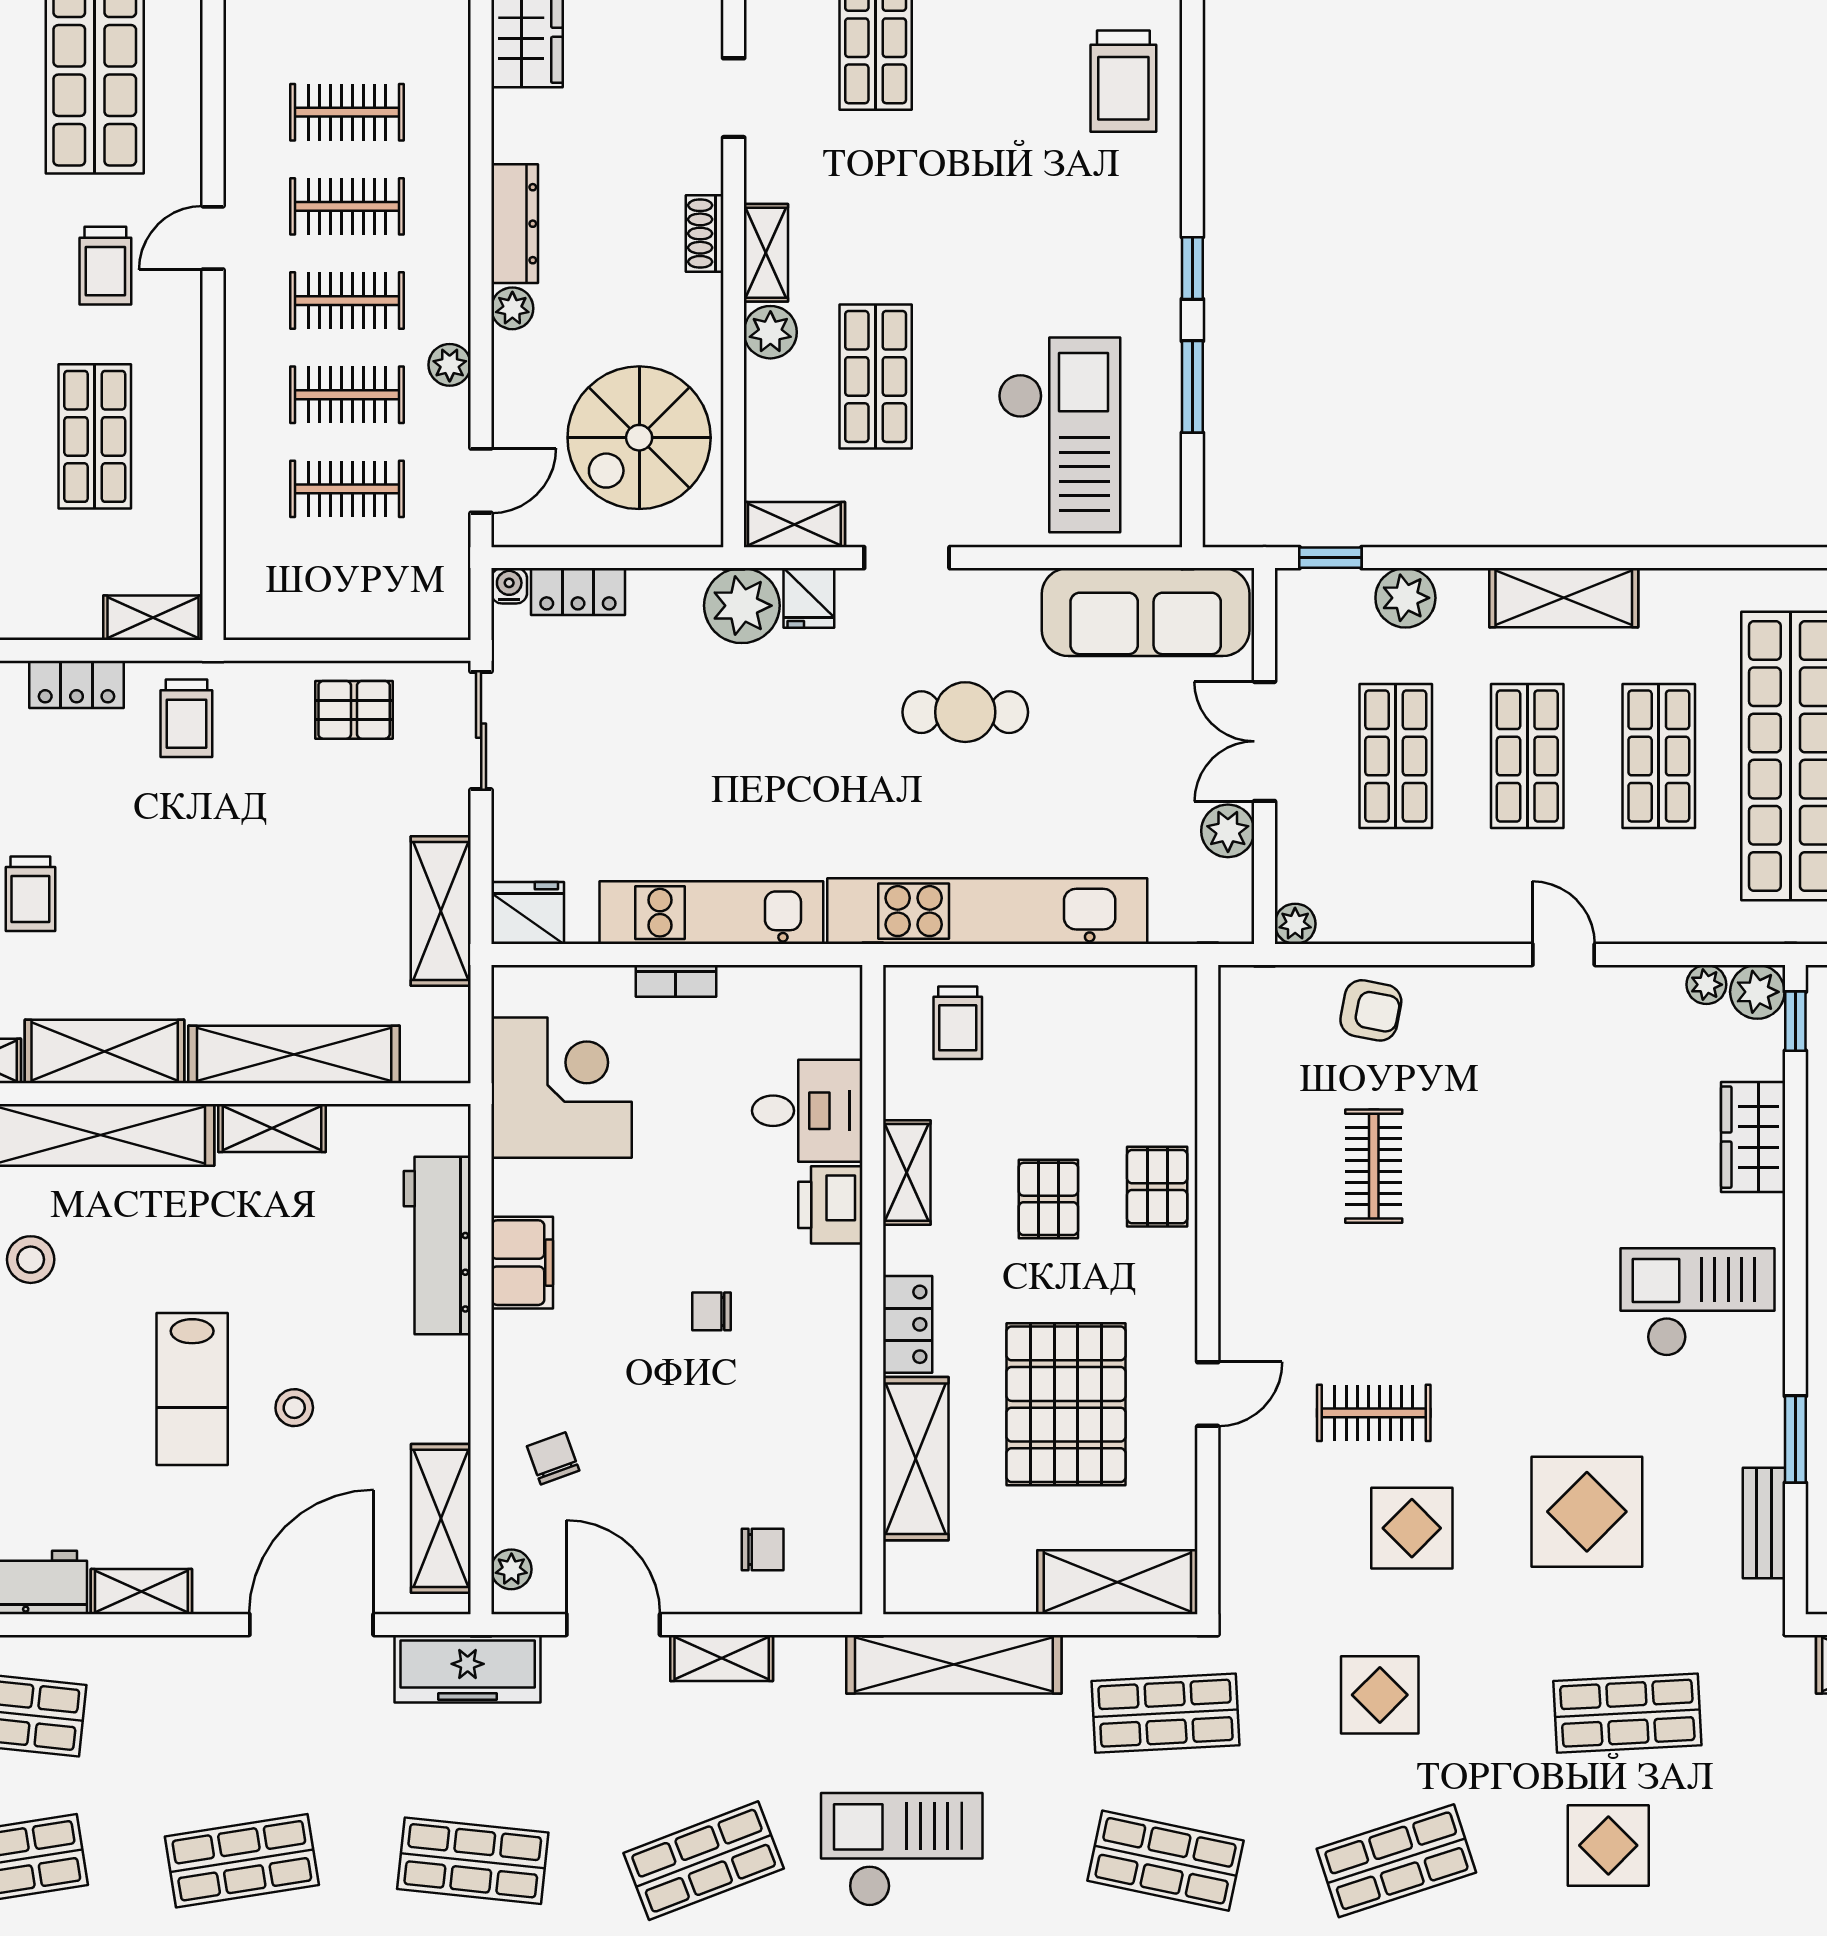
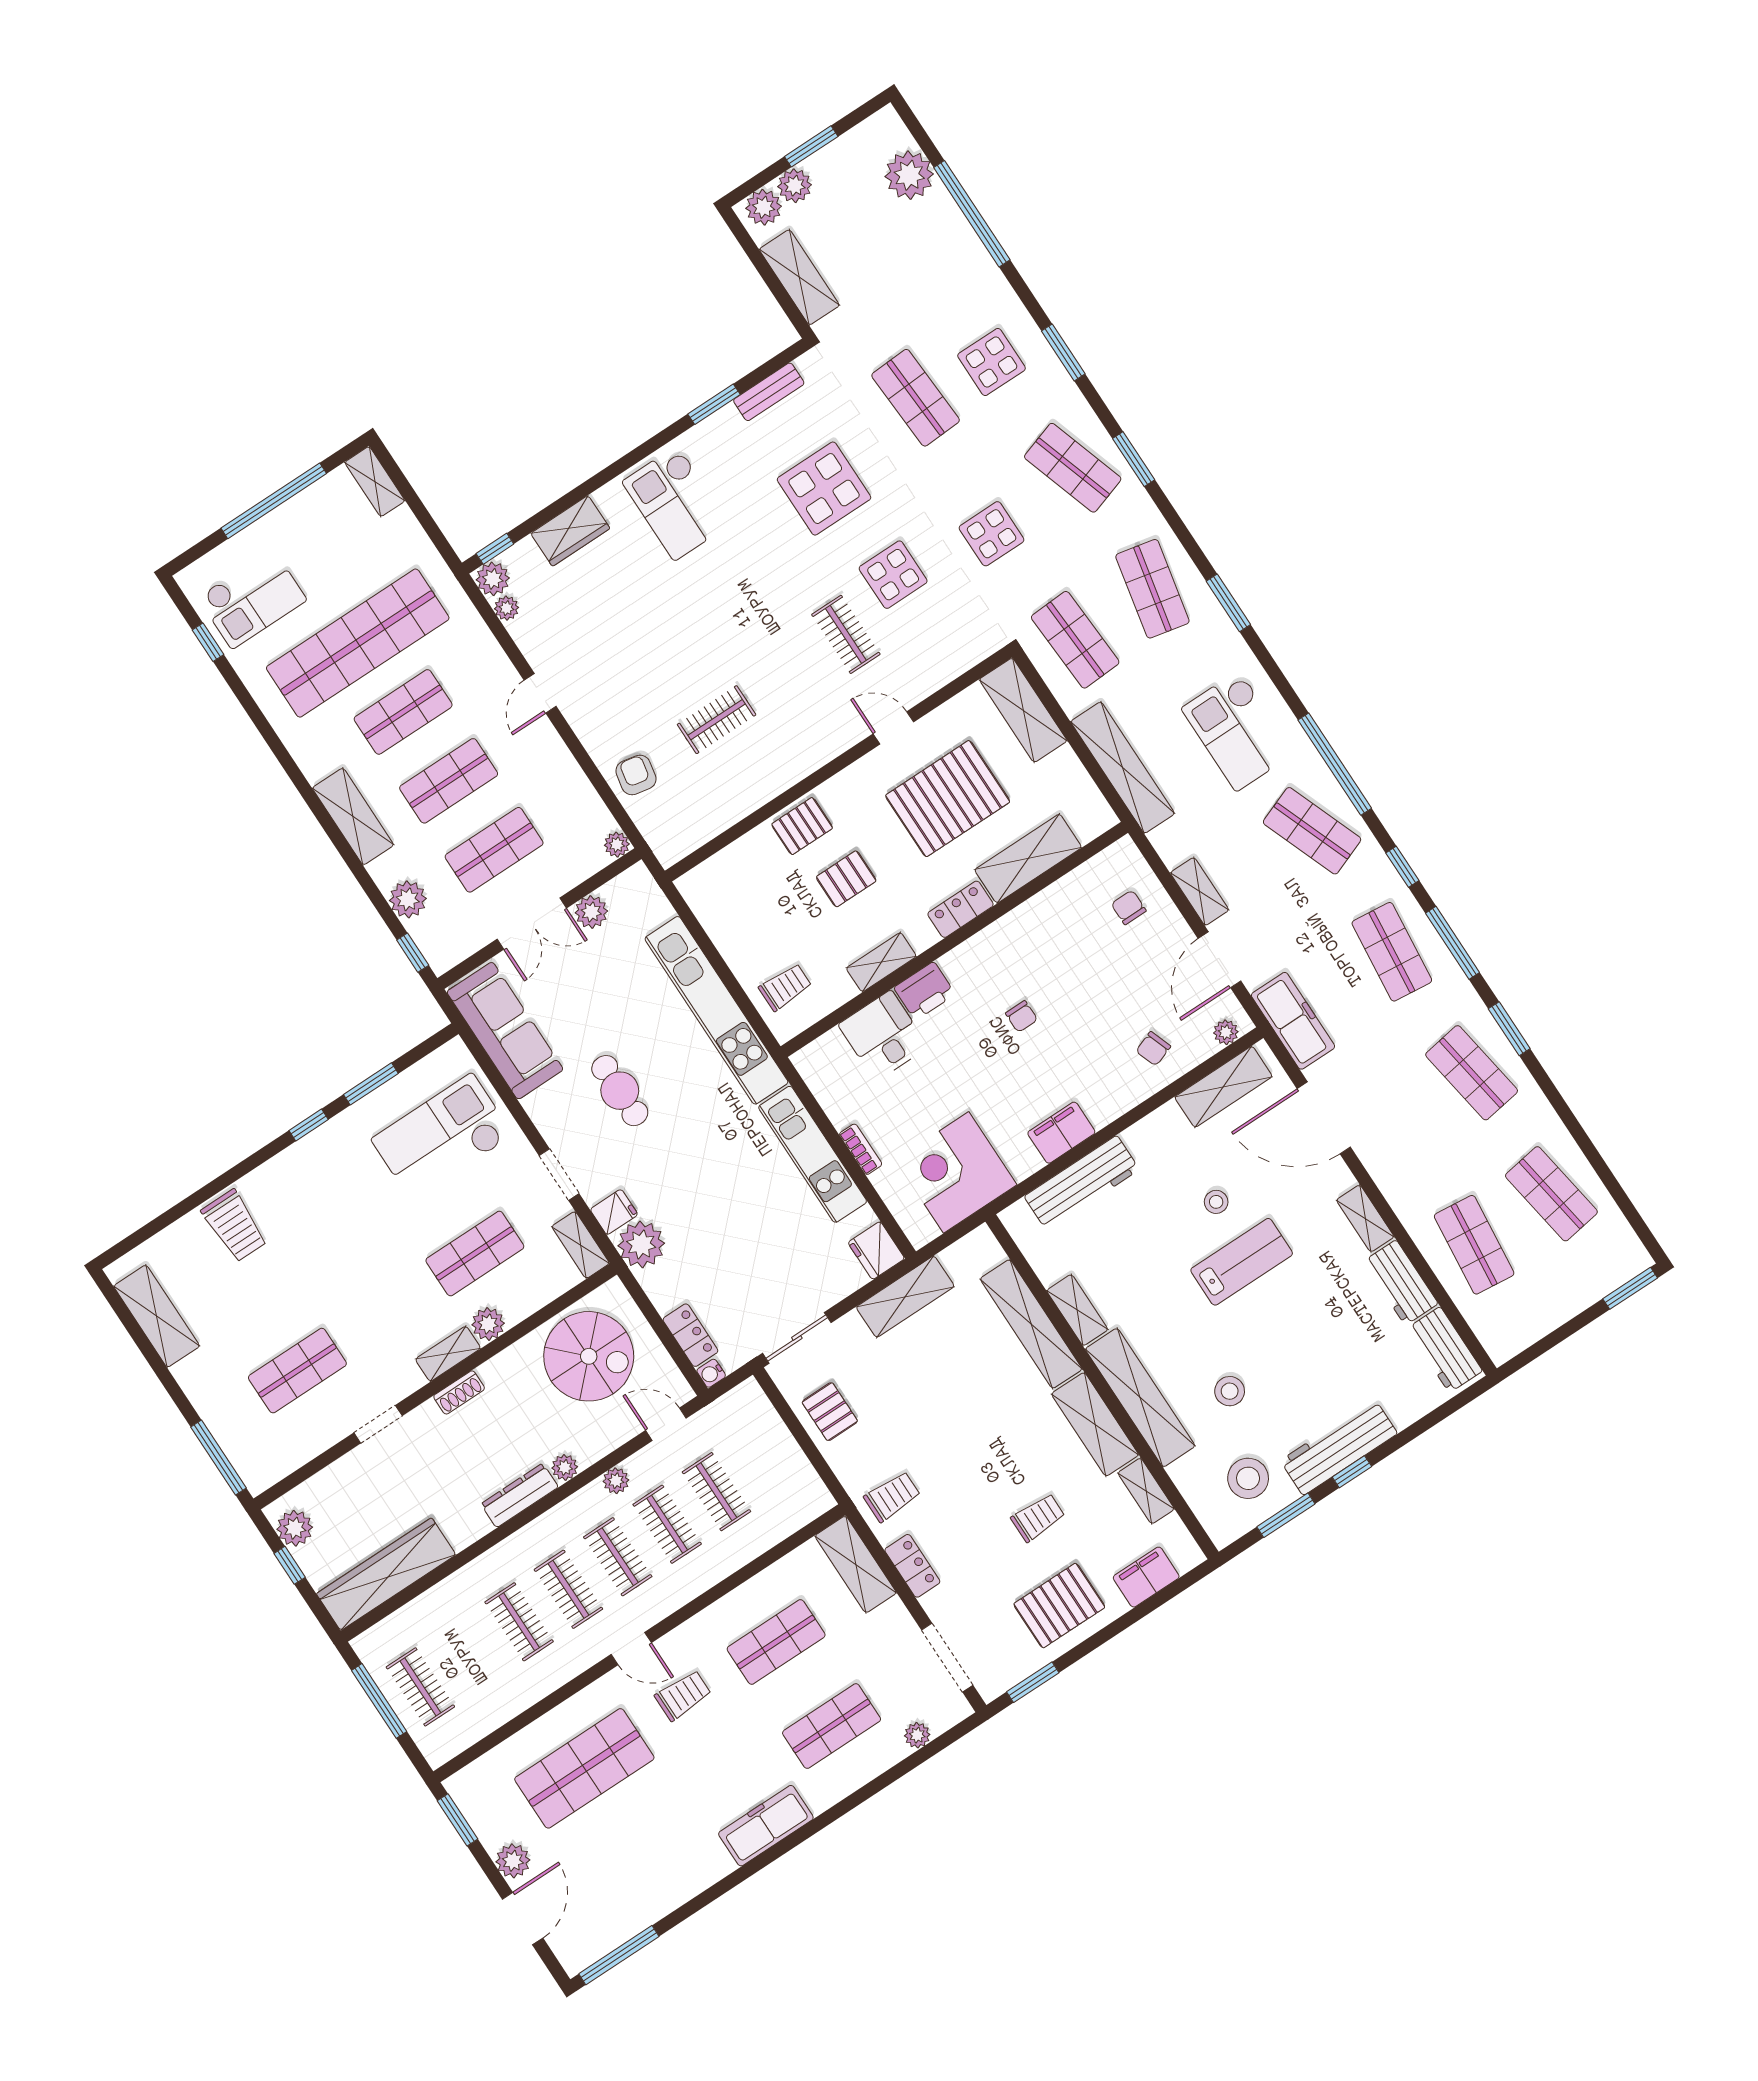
trolley: (1123, 81) -> (235, 1226), turned 90
shelving: (153, 618) -> (856, 1564), width x1.50, depth x1.33

